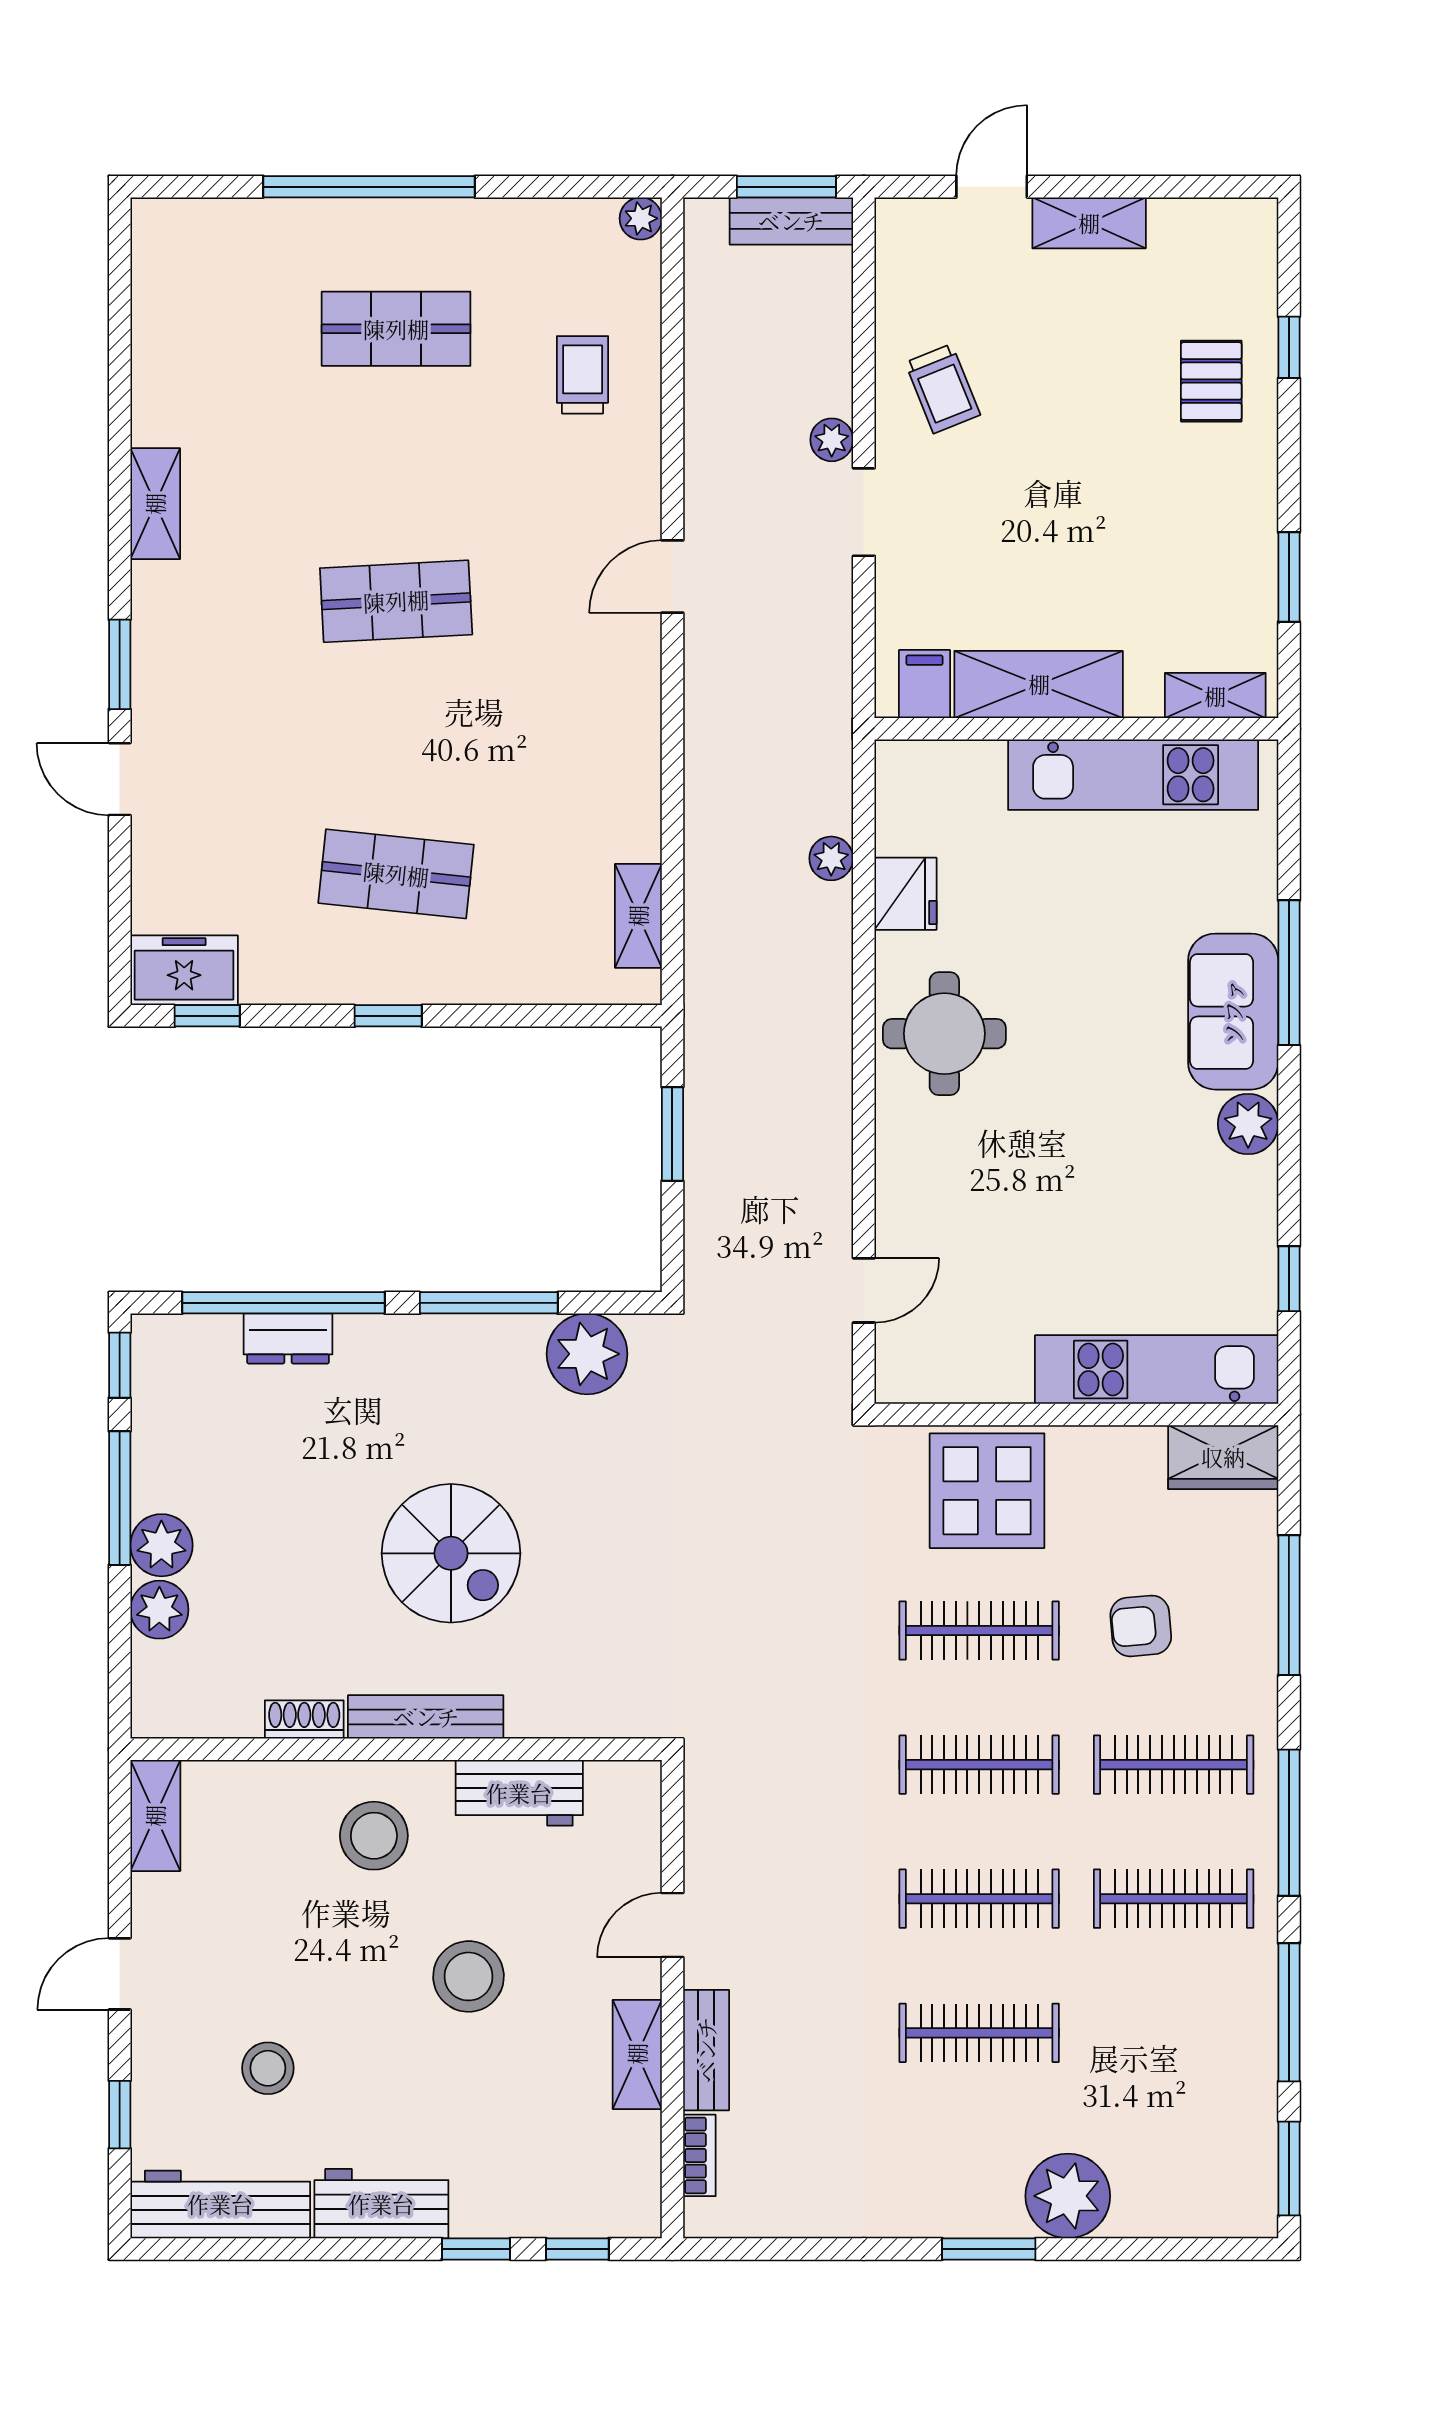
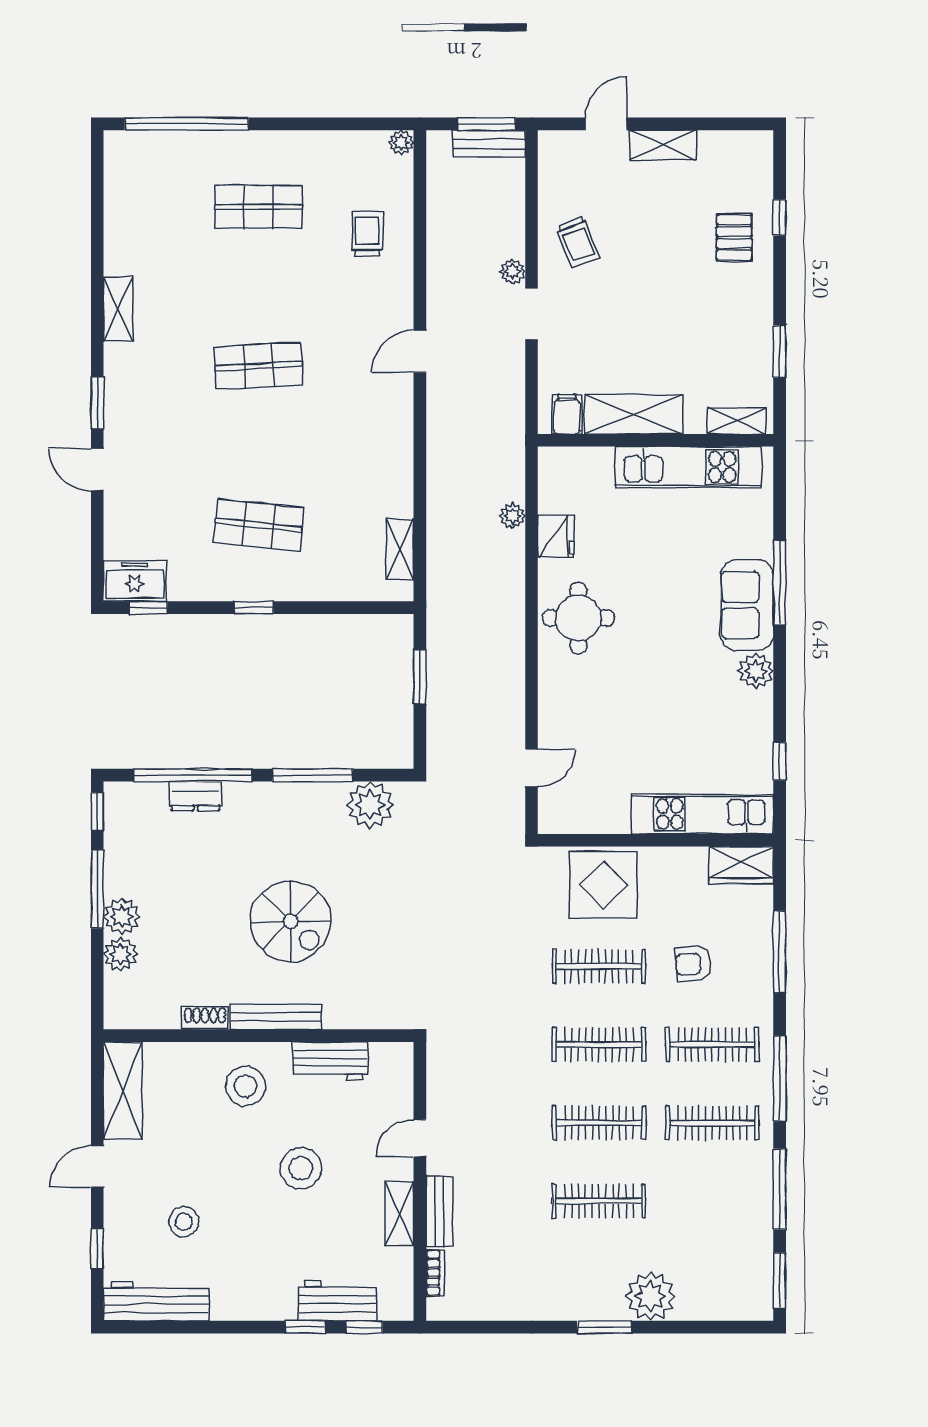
window: (369, 187) -> (187, 124), moved
shelving: (155, 1816) -> (123, 1091), width x1.50, depth x1.33
workbench: (381, 2204) -> (338, 1301), moved

